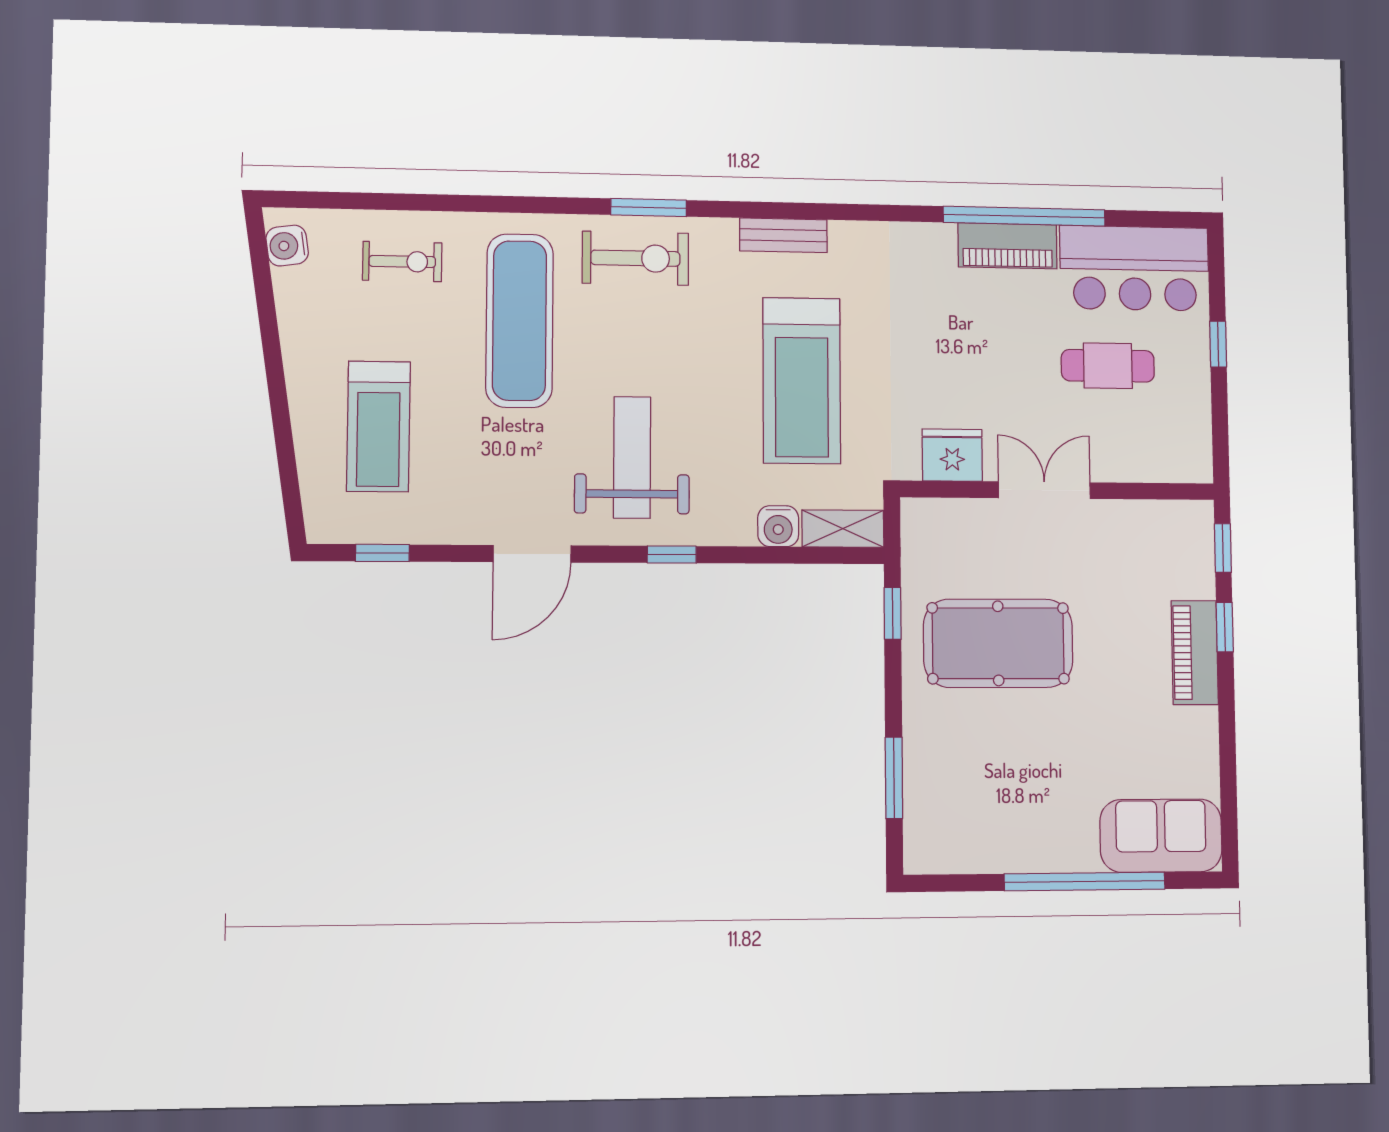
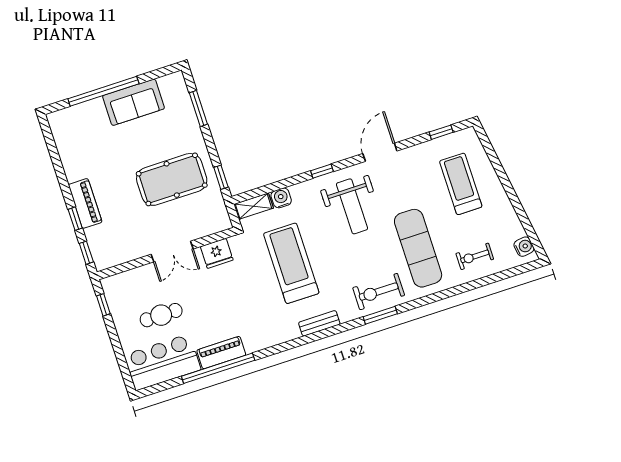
window: (1218, 344) -> (103, 305), moved
sofa: (1161, 836) -> (134, 102), moved

